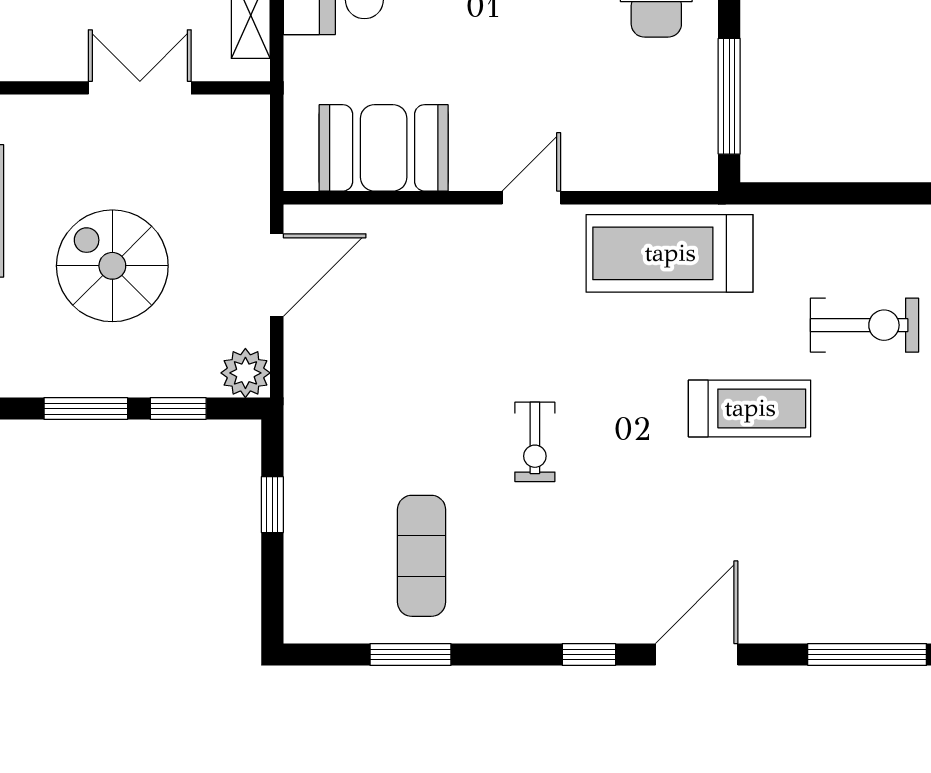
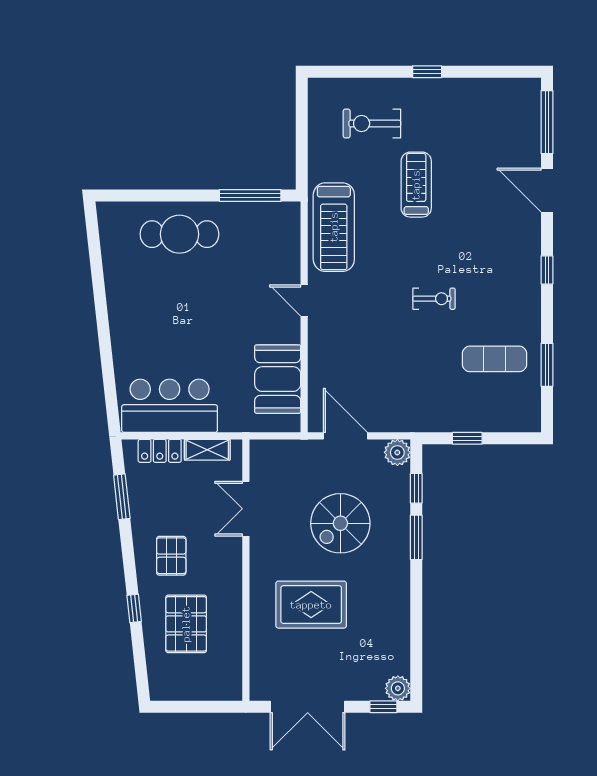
exercise bike: (864, 325) -> (372, 124), turned -90
door: (697, 655) -> (547, 190), moved

